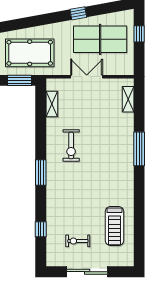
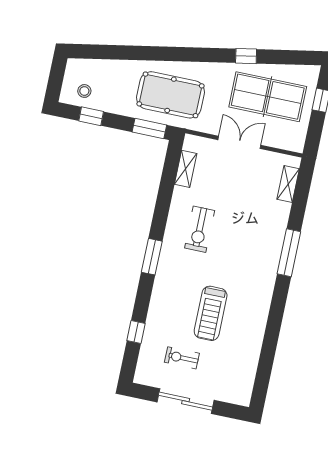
treadmill: (115, 226) -> (211, 313), moved

